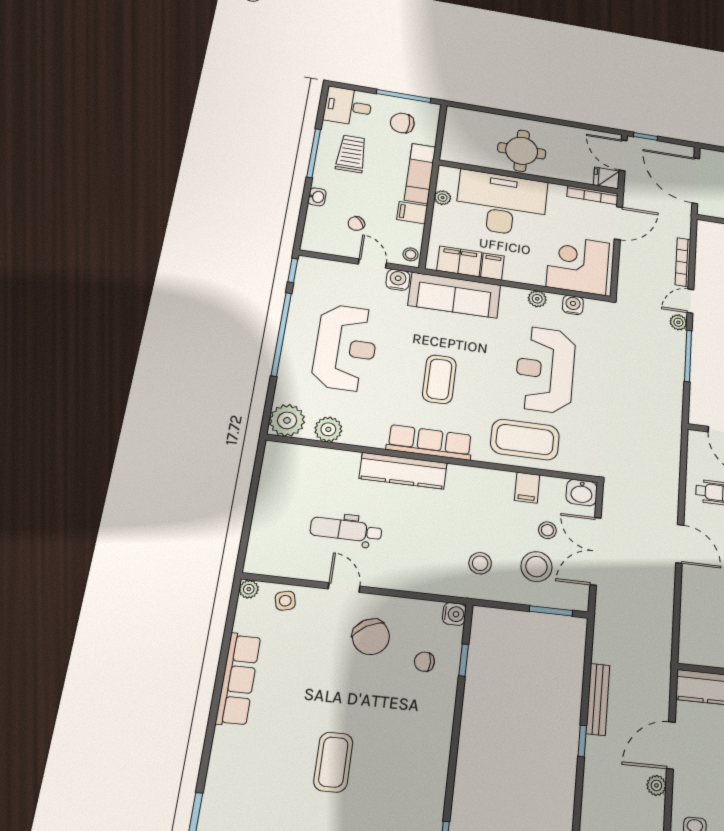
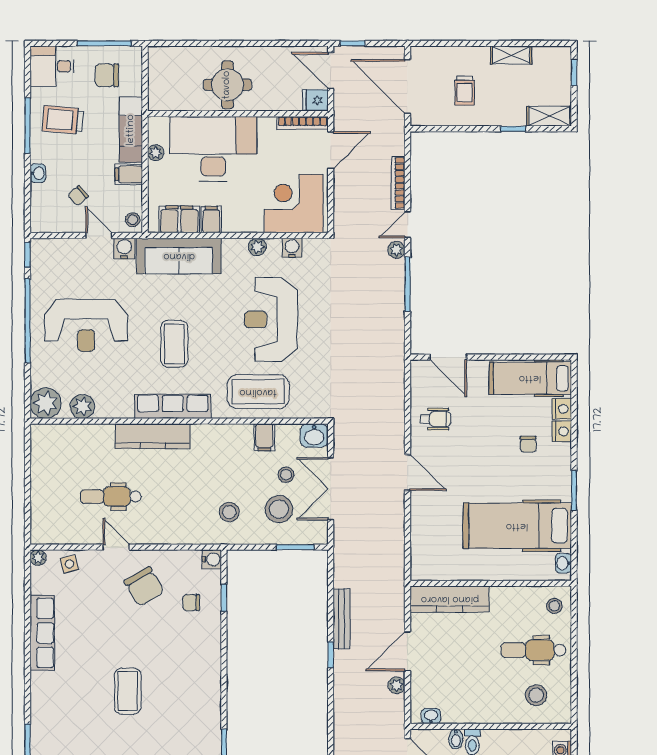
trolley: (351, 154) -> (63, 120), turned -85
reception desk: (346, 348) -> (86, 325), turned 90

